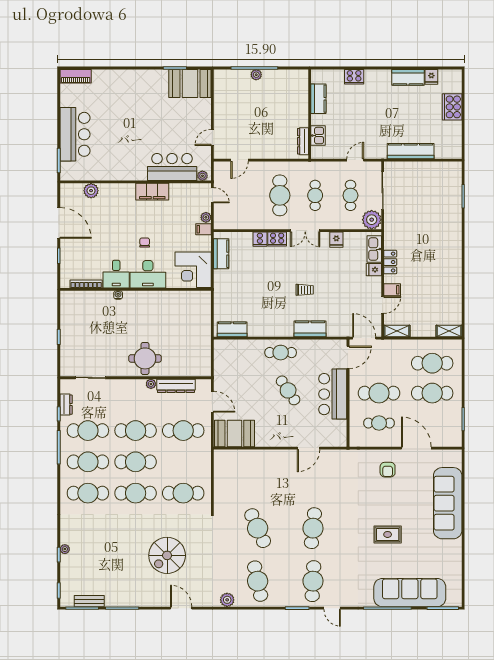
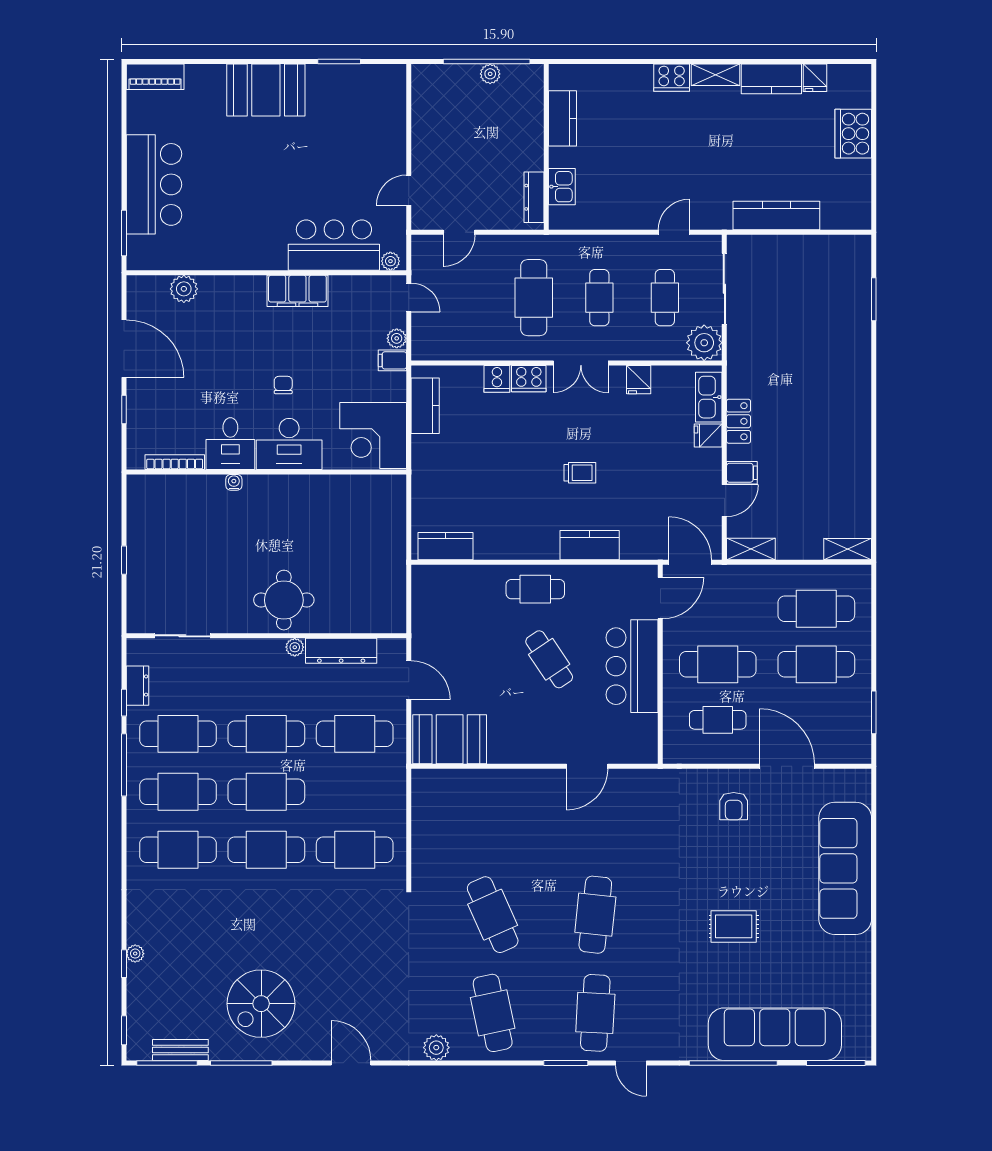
shelving: (378, 75) -> (715, 75), added
booth: (190, 83) -> (266, 90), moved
kitchen counter: (318, 99) -> (563, 118), moved
wall: (310, 114) -> (546, 147), moved
kitchen sink: (318, 136) -> (562, 187), moved
dresser: (303, 141) -> (534, 197), moved
spiral stairs: (167, 555) -> (261, 1004), moved

